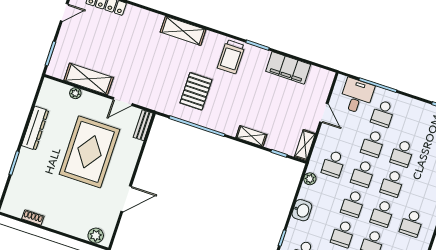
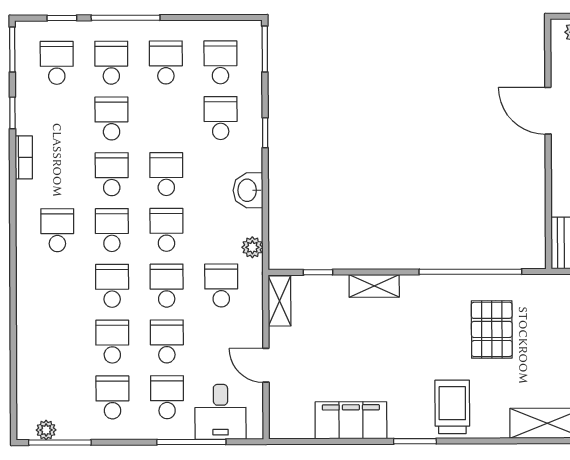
school desk: (412, 123) -> (112, 397), added
door: (126, 199) -> (548, 111), hinge flipped

